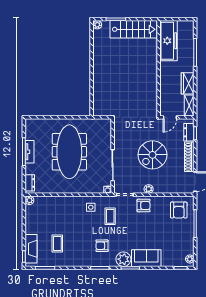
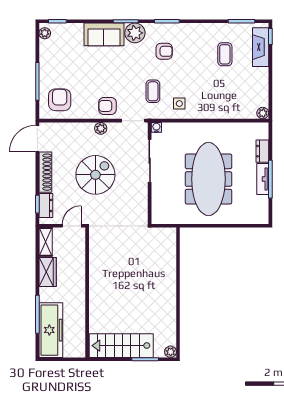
freezer: (169, 41) -> (51, 330), moved, turned 180
dresser: (30, 183) -> (262, 151), moved

